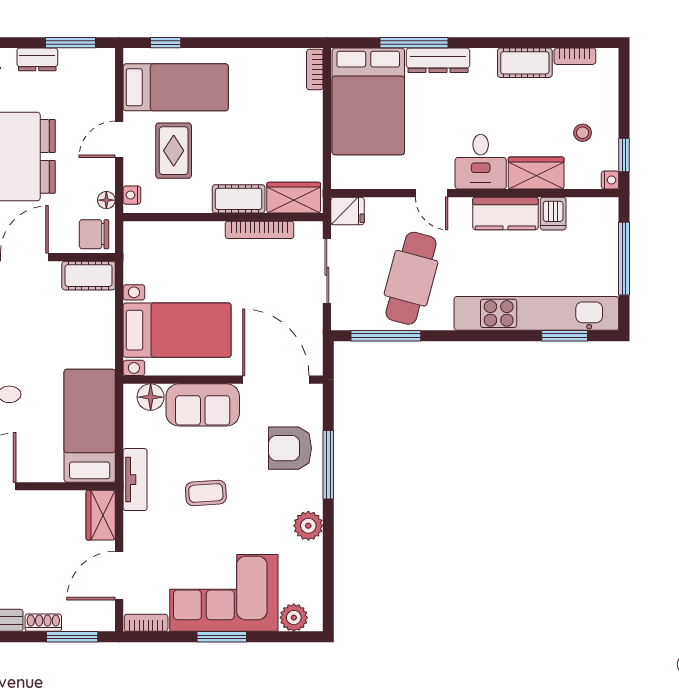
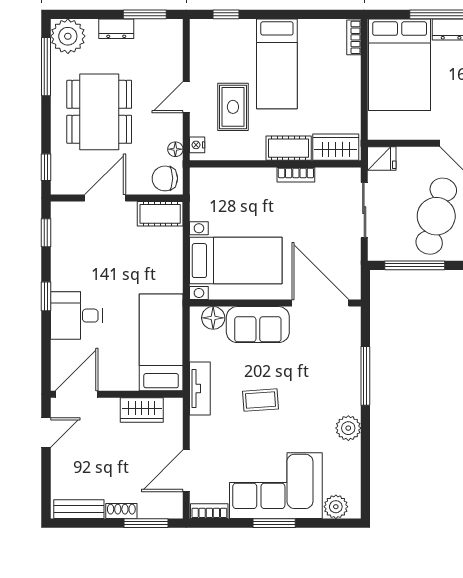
bed: (176, 87) -> (277, 64), moved, turned 90
bookcase: (259, 230) -> (296, 175), width x0.64
armchair: (290, 448) -> (333, 362), removed
wardrobe: (101, 515) -> (142, 410), moved, turned -90

